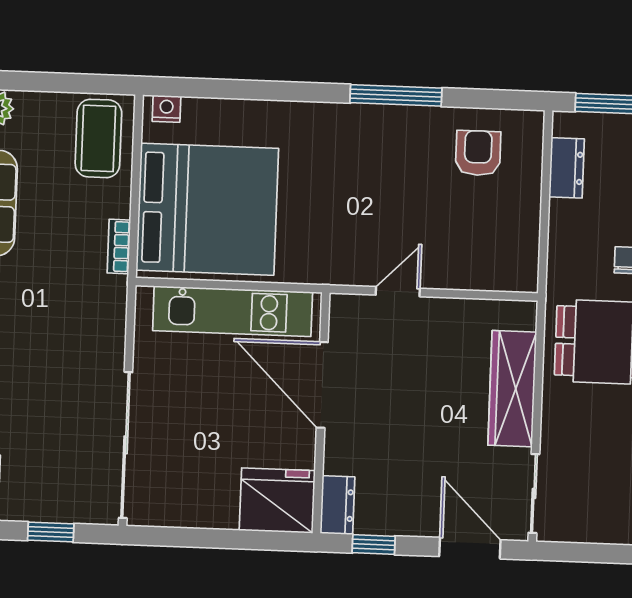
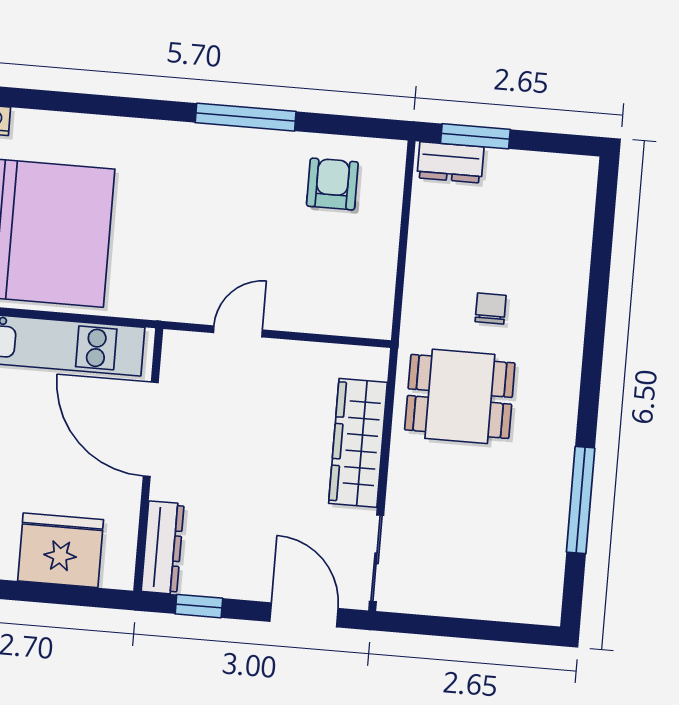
dresser: (567, 168) -> (450, 162), moved, turned 90
fridge: (277, 500) -> (61, 550), moved
dresser: (337, 505) -> (163, 548), width x1.44

